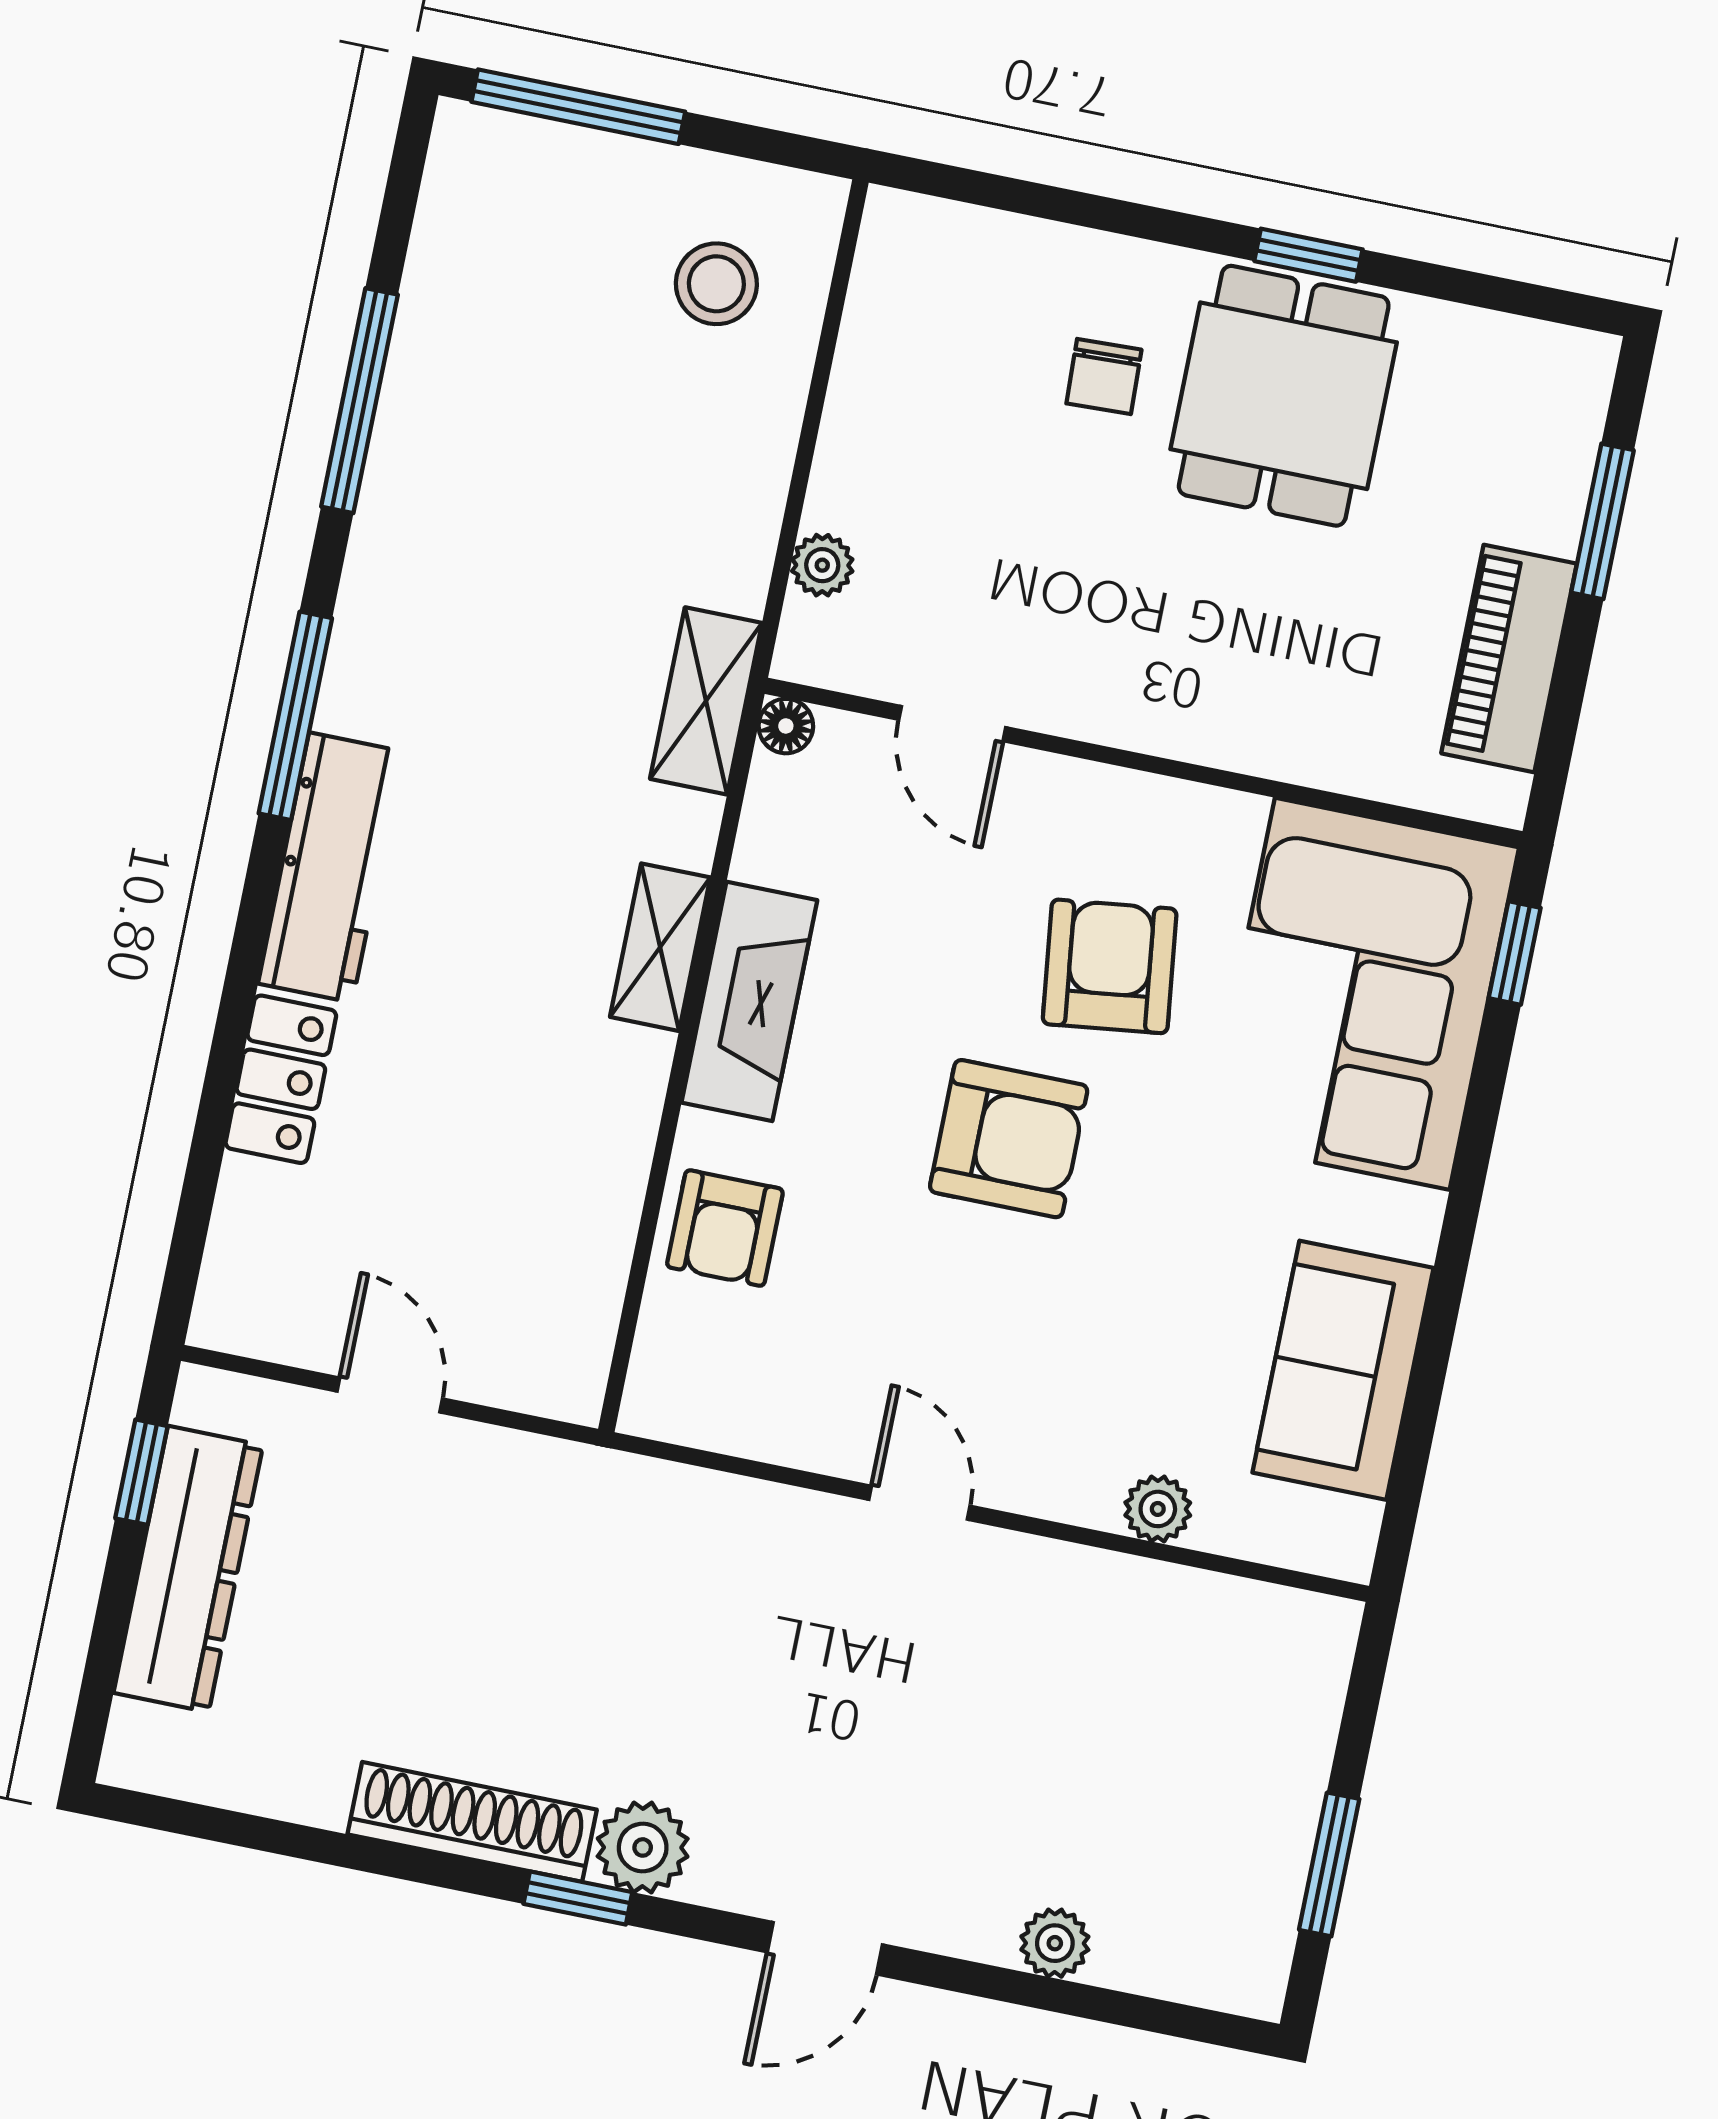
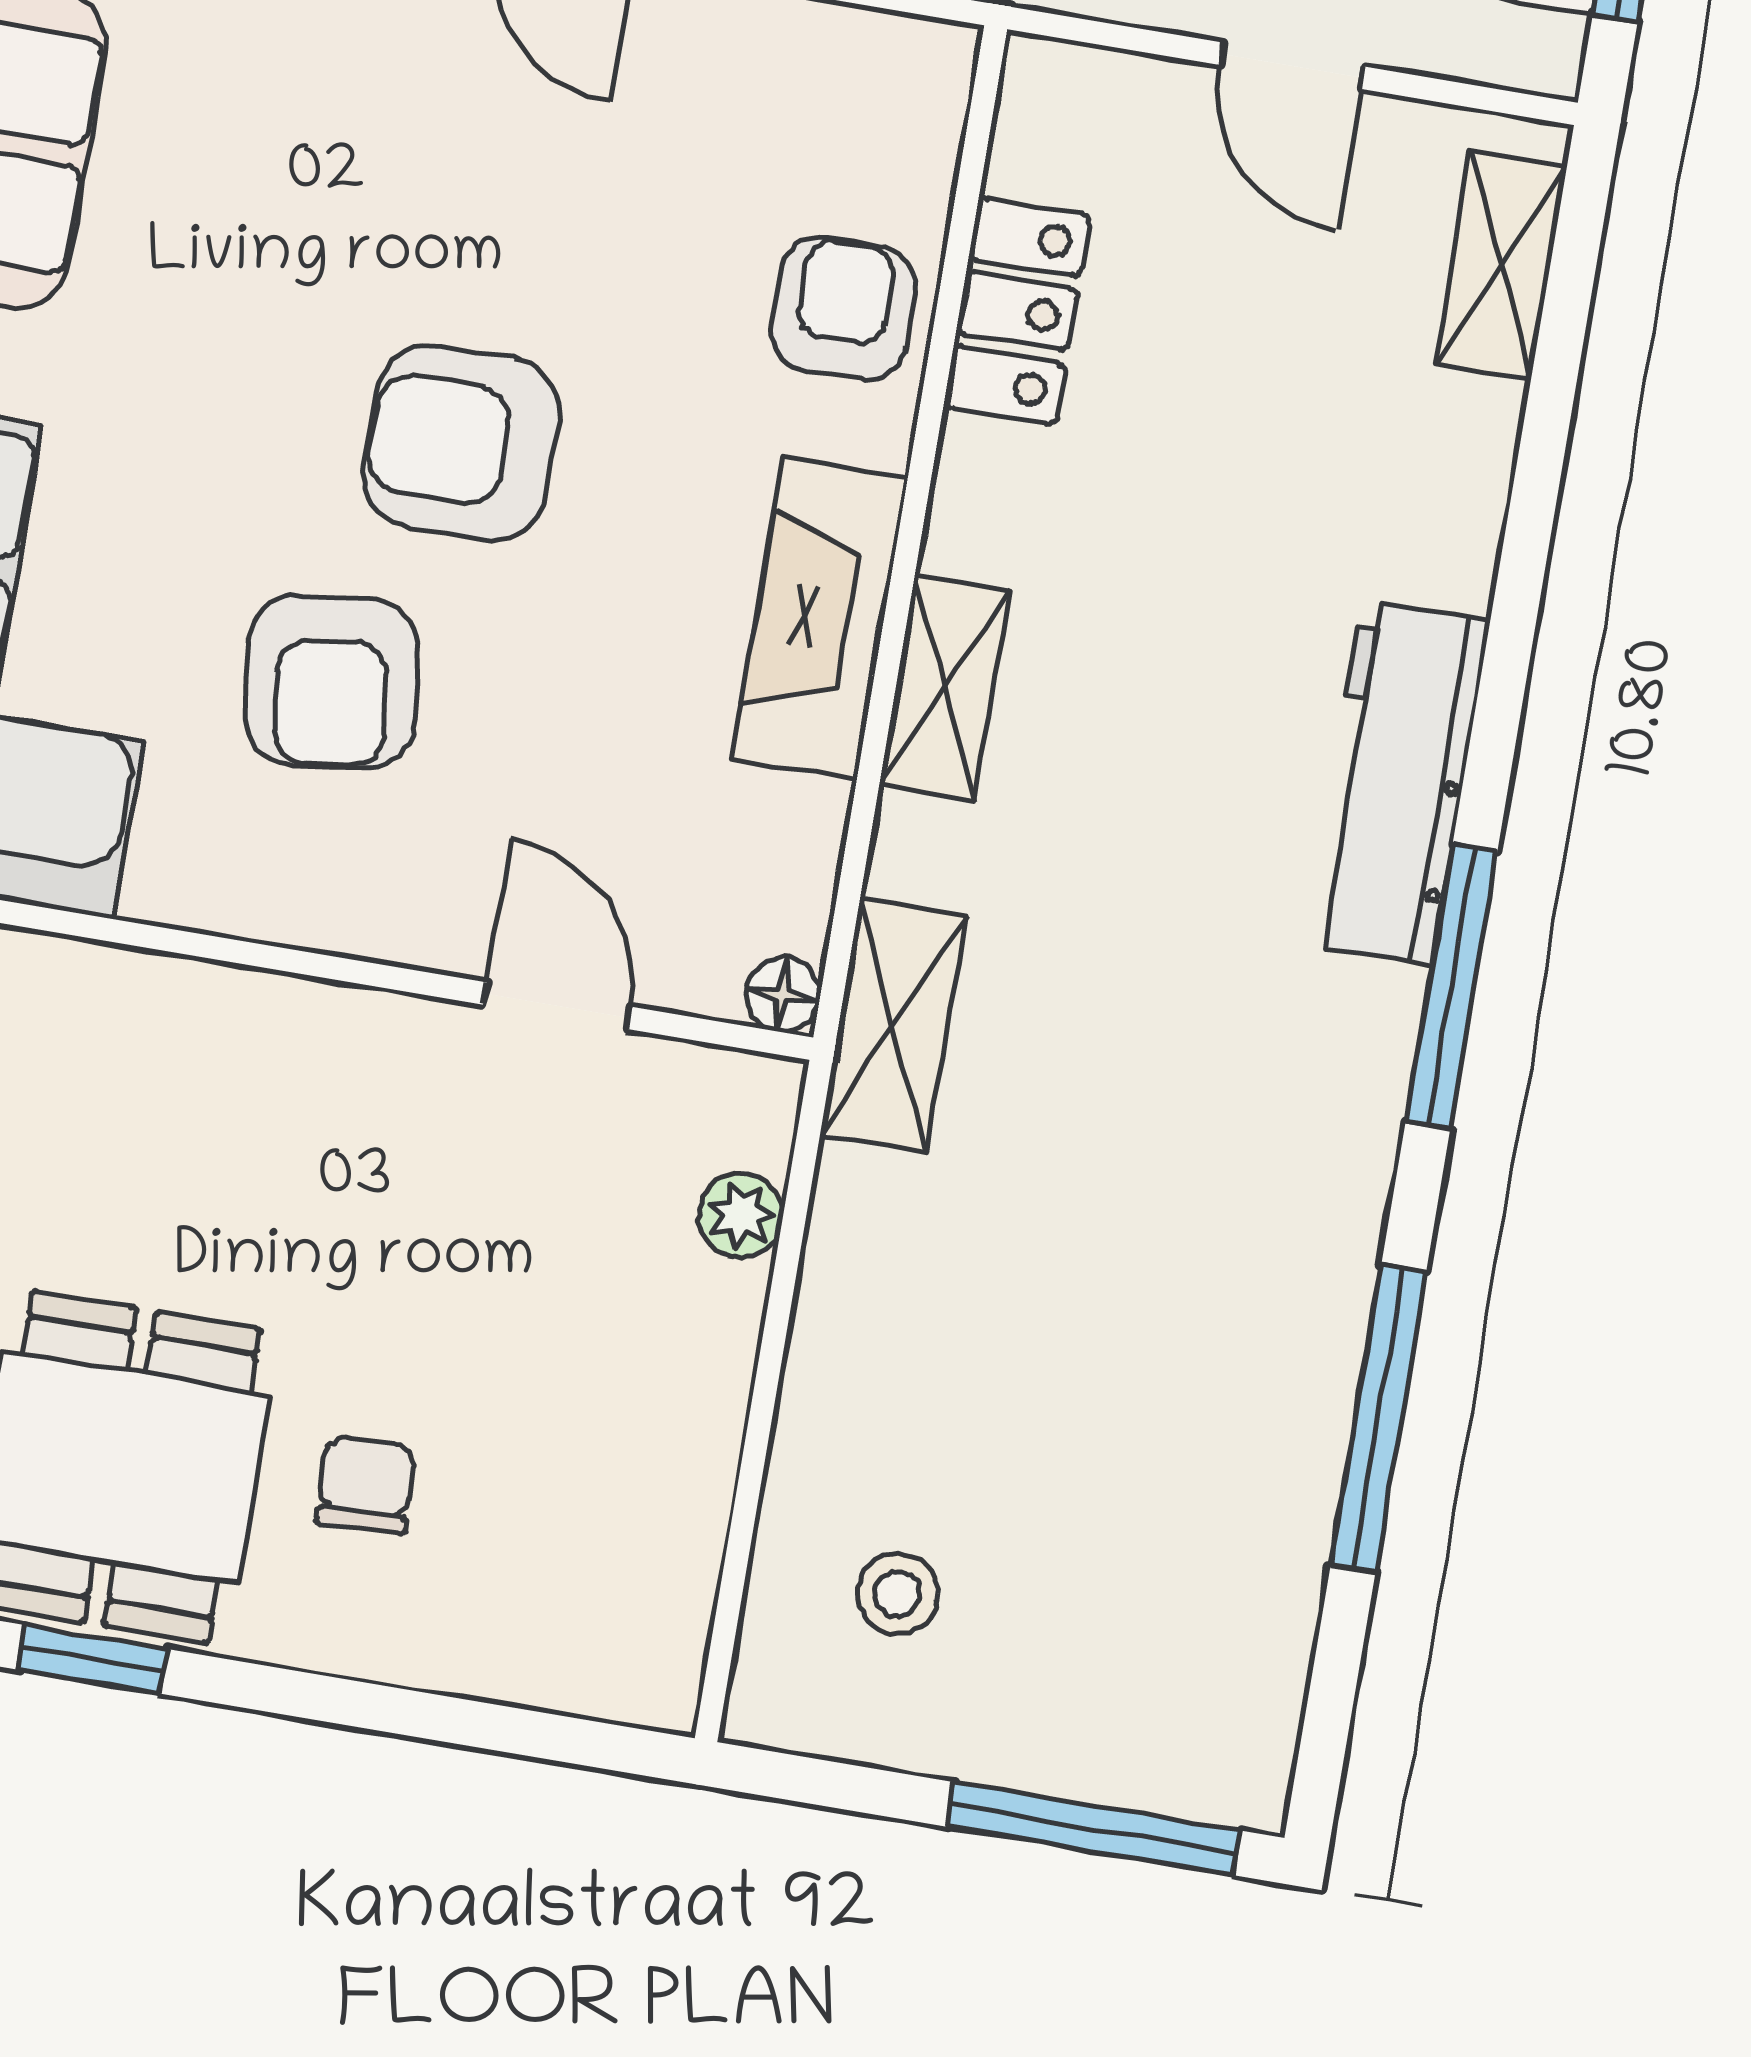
stool: (716, 284) -> (898, 1594), width x0.73, depth x0.73
locker: (281, 1079) -> (1017, 311), moved, turned 180
shelving: (241, 1243) -> (1501, 266), added

